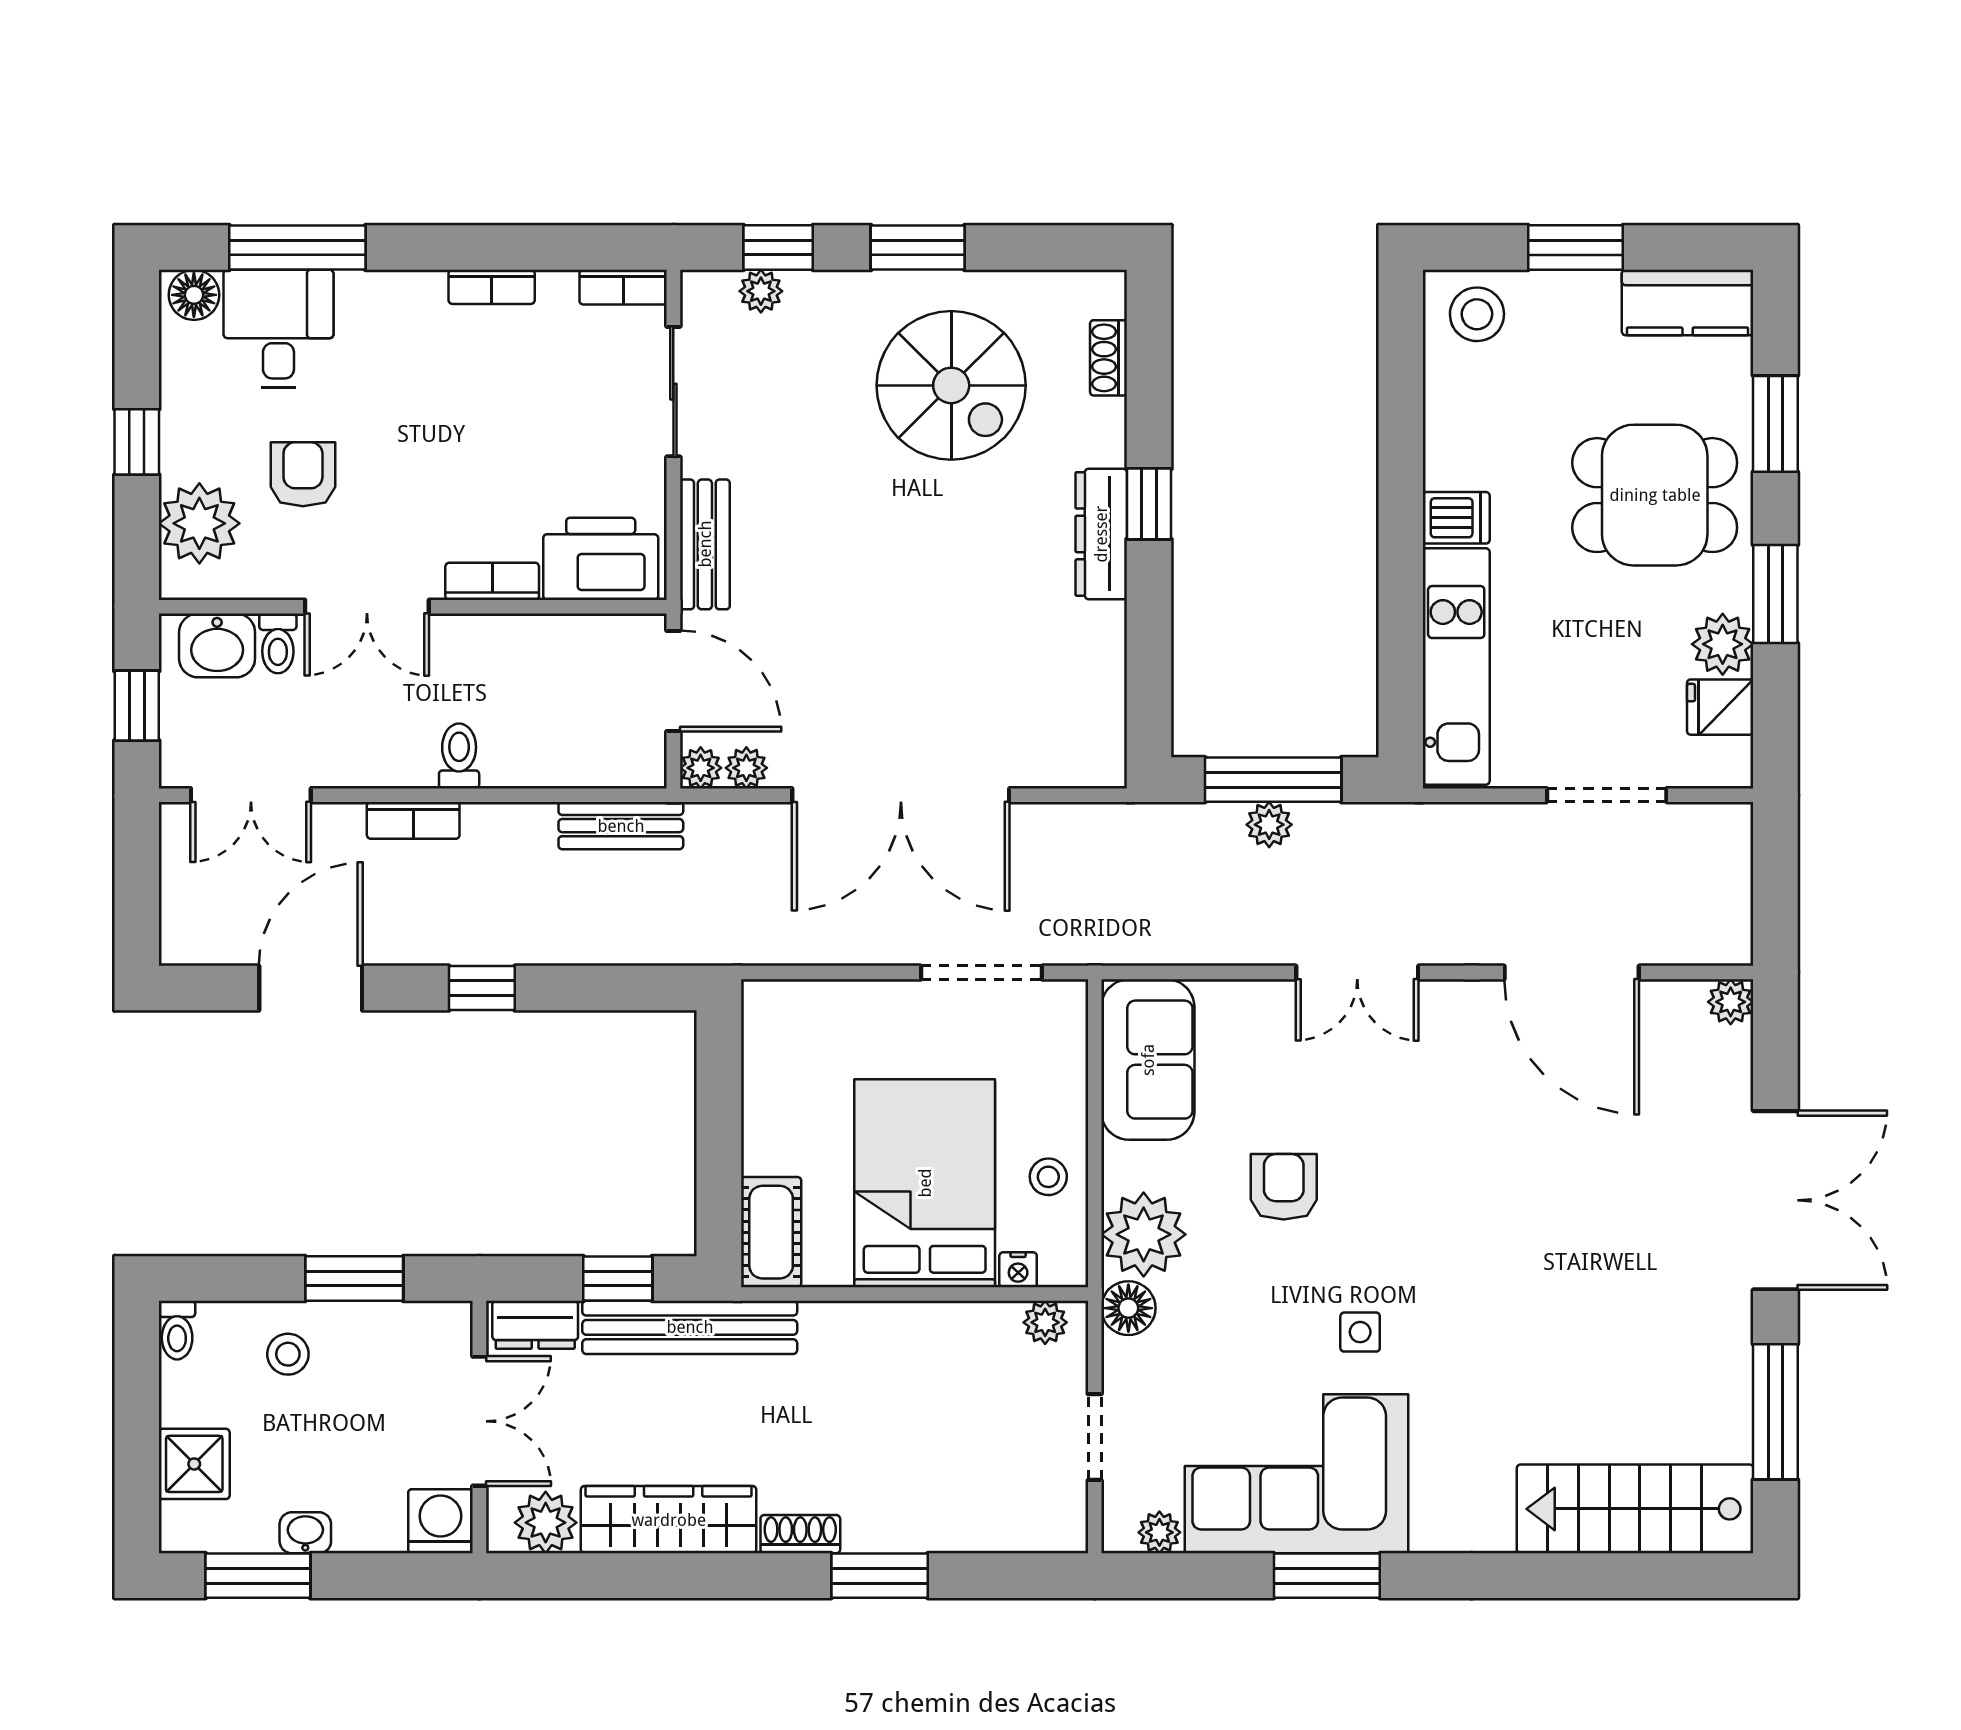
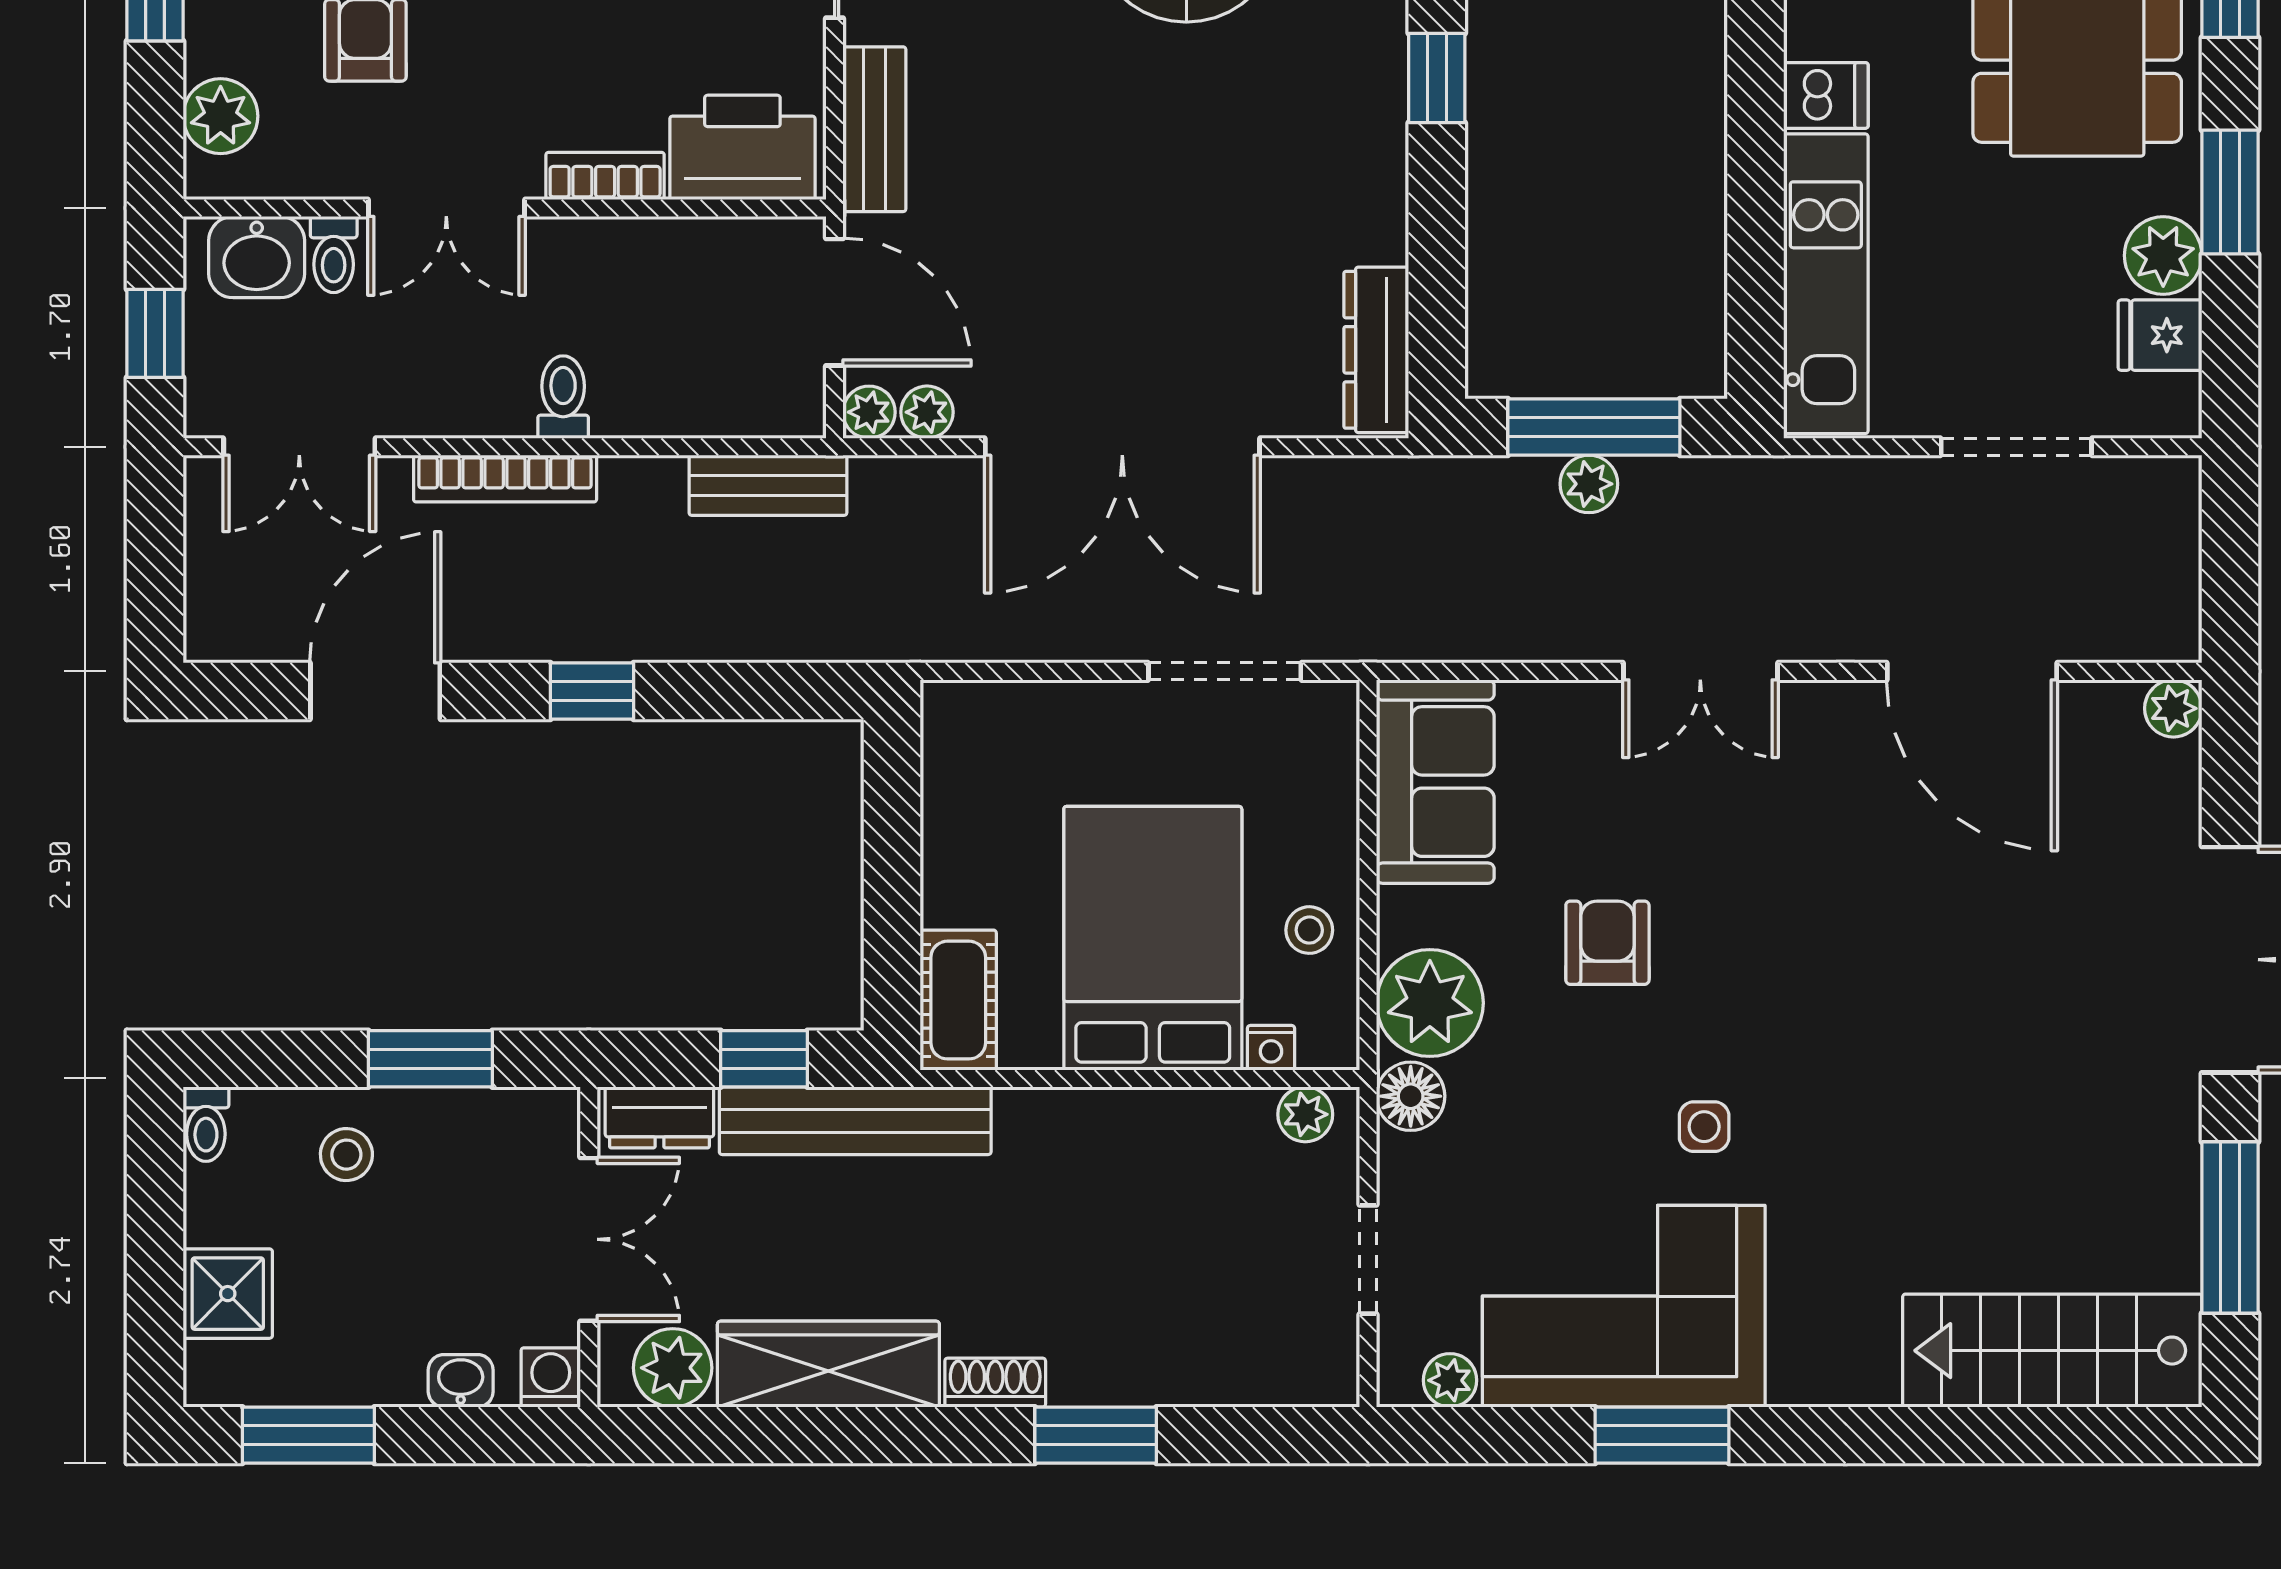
plant: (199, 523) -> (221, 116), width x0.73, depth x0.73
dresser: (1101, 534) -> (1376, 350), moved
bookcase: (413, 820) -> (505, 479), width x1.56
washing machine: (440, 1521) -> (551, 1377), width x0.73, depth x0.73
washbasin: (305, 1533) -> (461, 1381), moved

